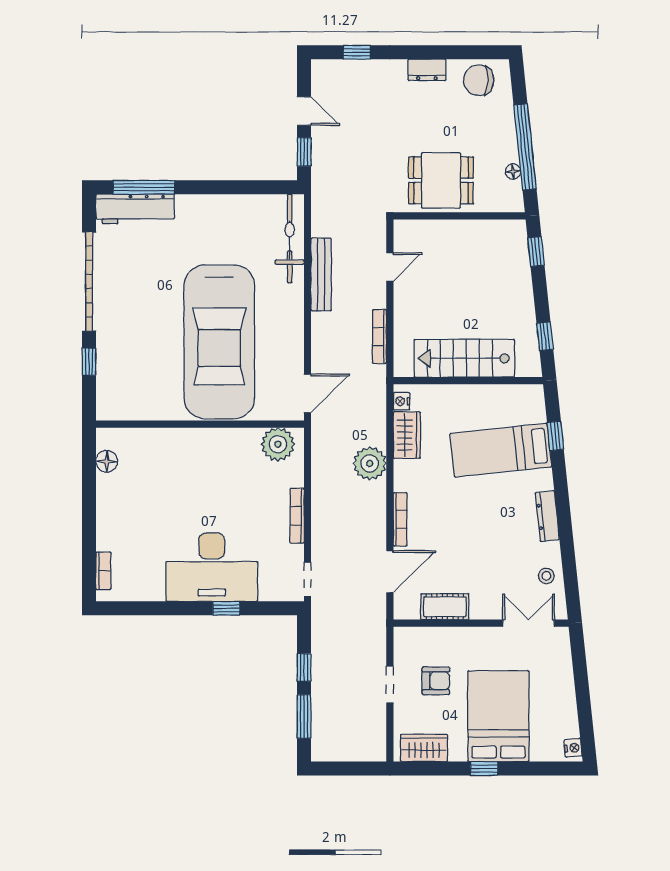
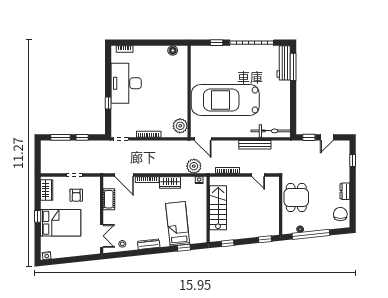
wardrobe: (407, 435) -> (170, 182), moved
plant: (370, 463) -> (194, 166), moved
desk: (212, 567) -> (126, 83), moved

